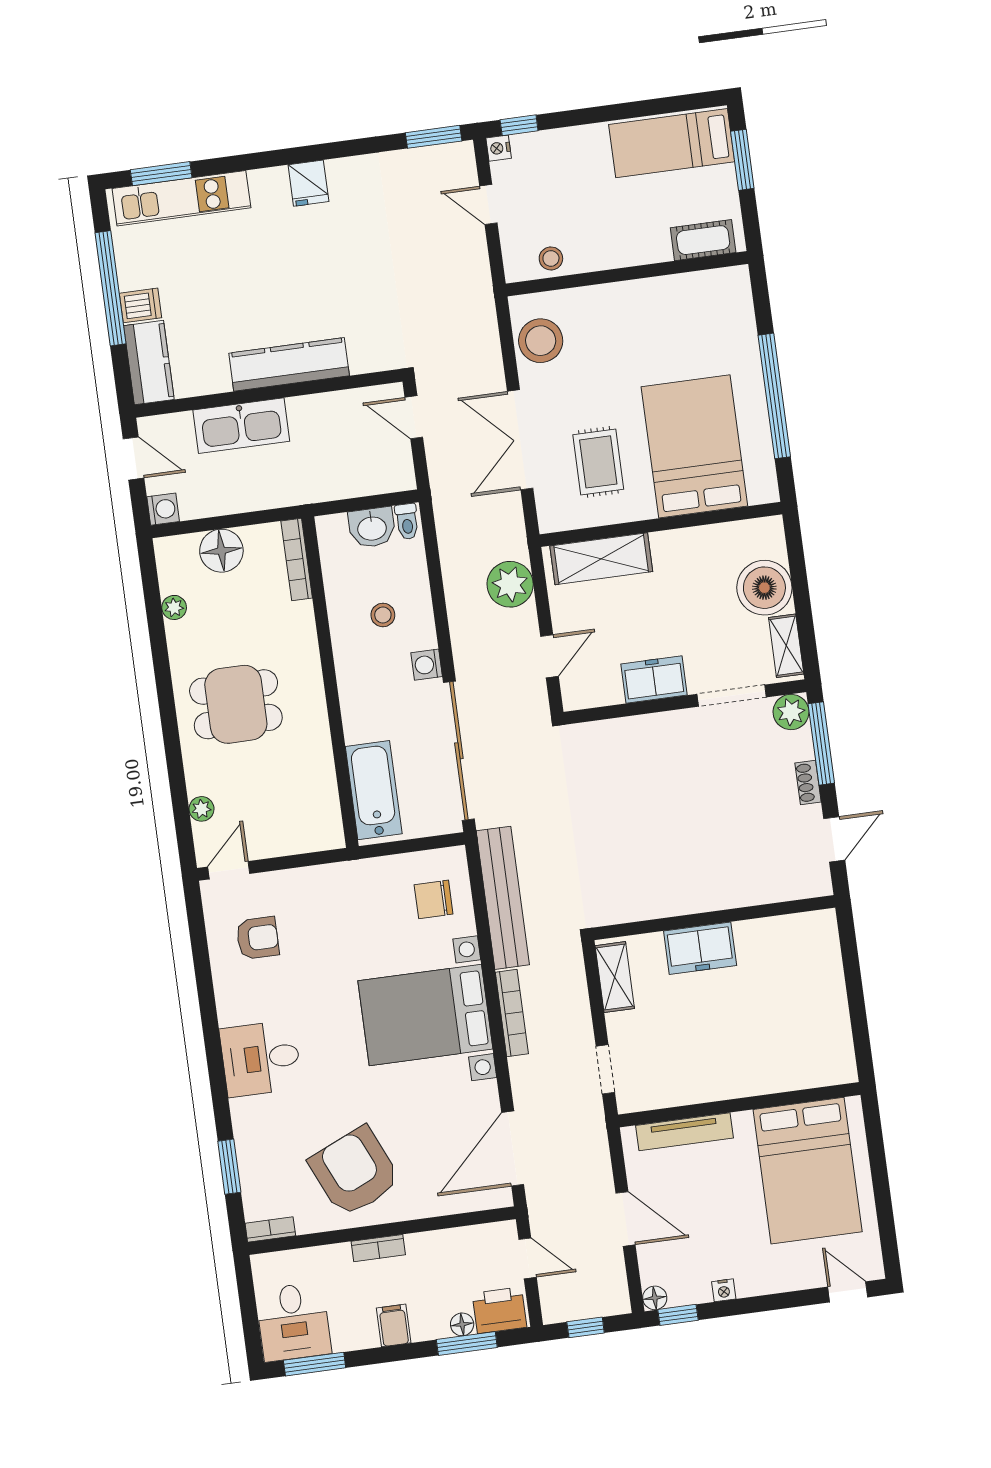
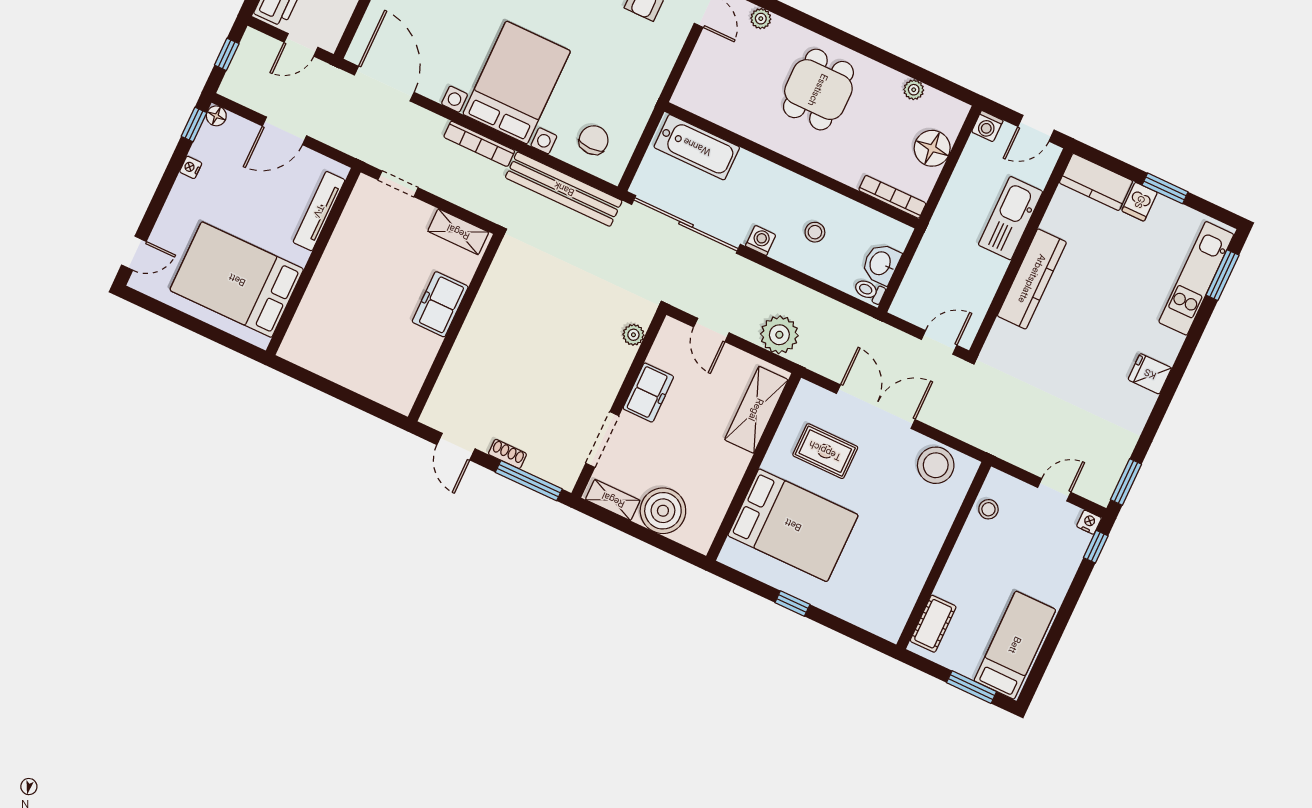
window: (111, 288) -> (1165, 188), width x0.47
window: (774, 396) -> (792, 604), width x0.32
plant: (791, 712) -> (633, 335), moved, width x0.73, depth x0.73

